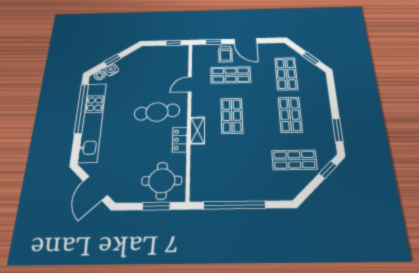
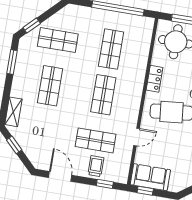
door: (246, 41) -> (60, 176), moved
sofa: (170, 54) -> (150, 177), added
shop shelf: (286, 74) -> (111, 49), moved
shelving: (198, 130) -> (13, 112), moved

